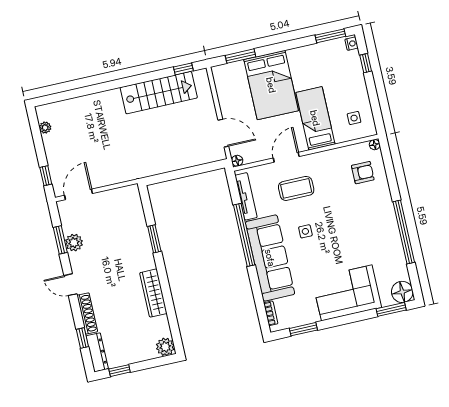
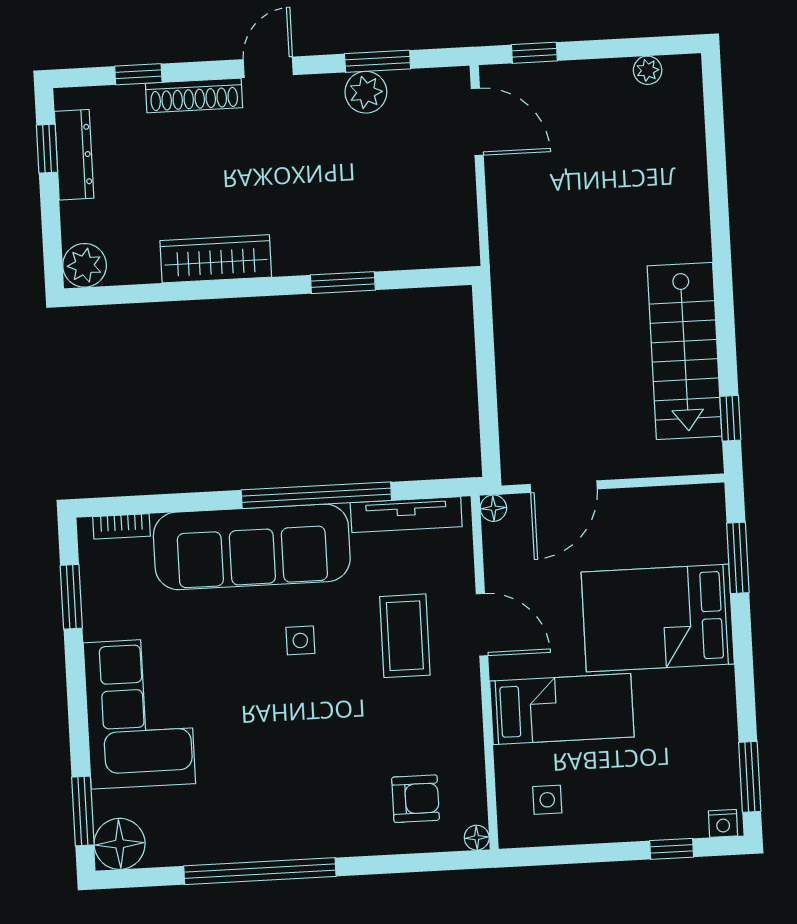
armchair: (363, 173) -> (416, 799), turned -90
dresser: (97, 352) -> (74, 155), moved, turned -90

